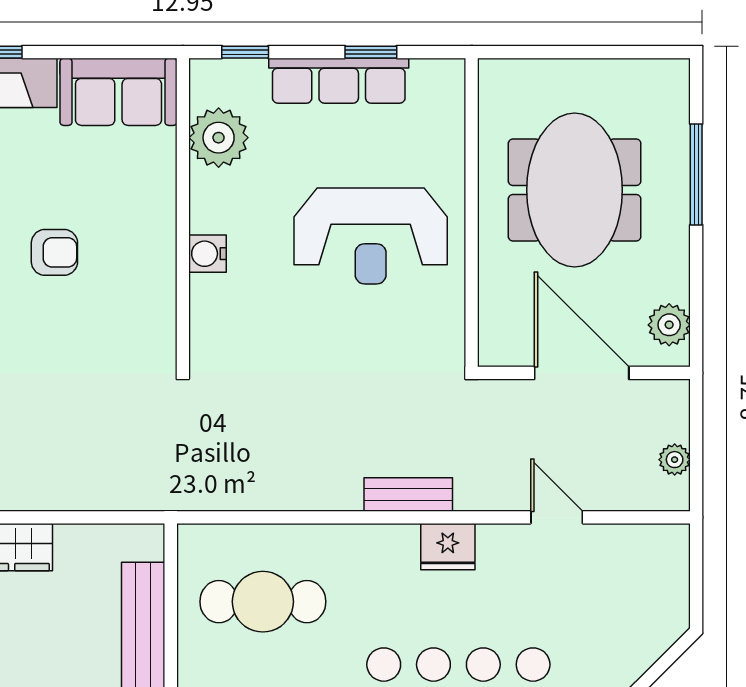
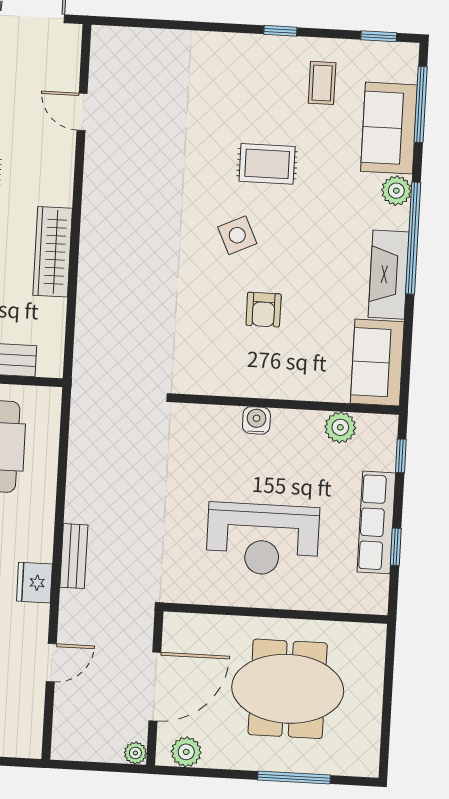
plant: (219, 138) -> (340, 427), width x0.73, depth x0.73
reception desk: (371, 236) -> (263, 539), turned -90
plant: (675, 460) -> (135, 753), moved

